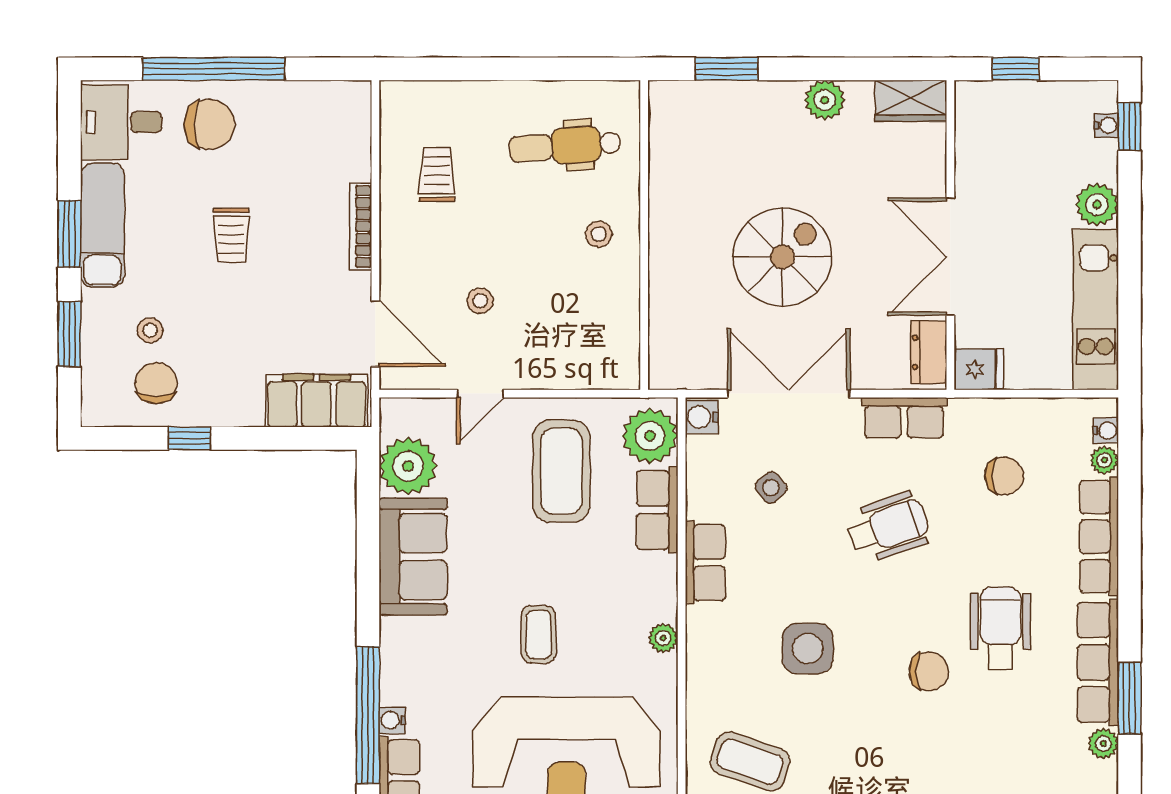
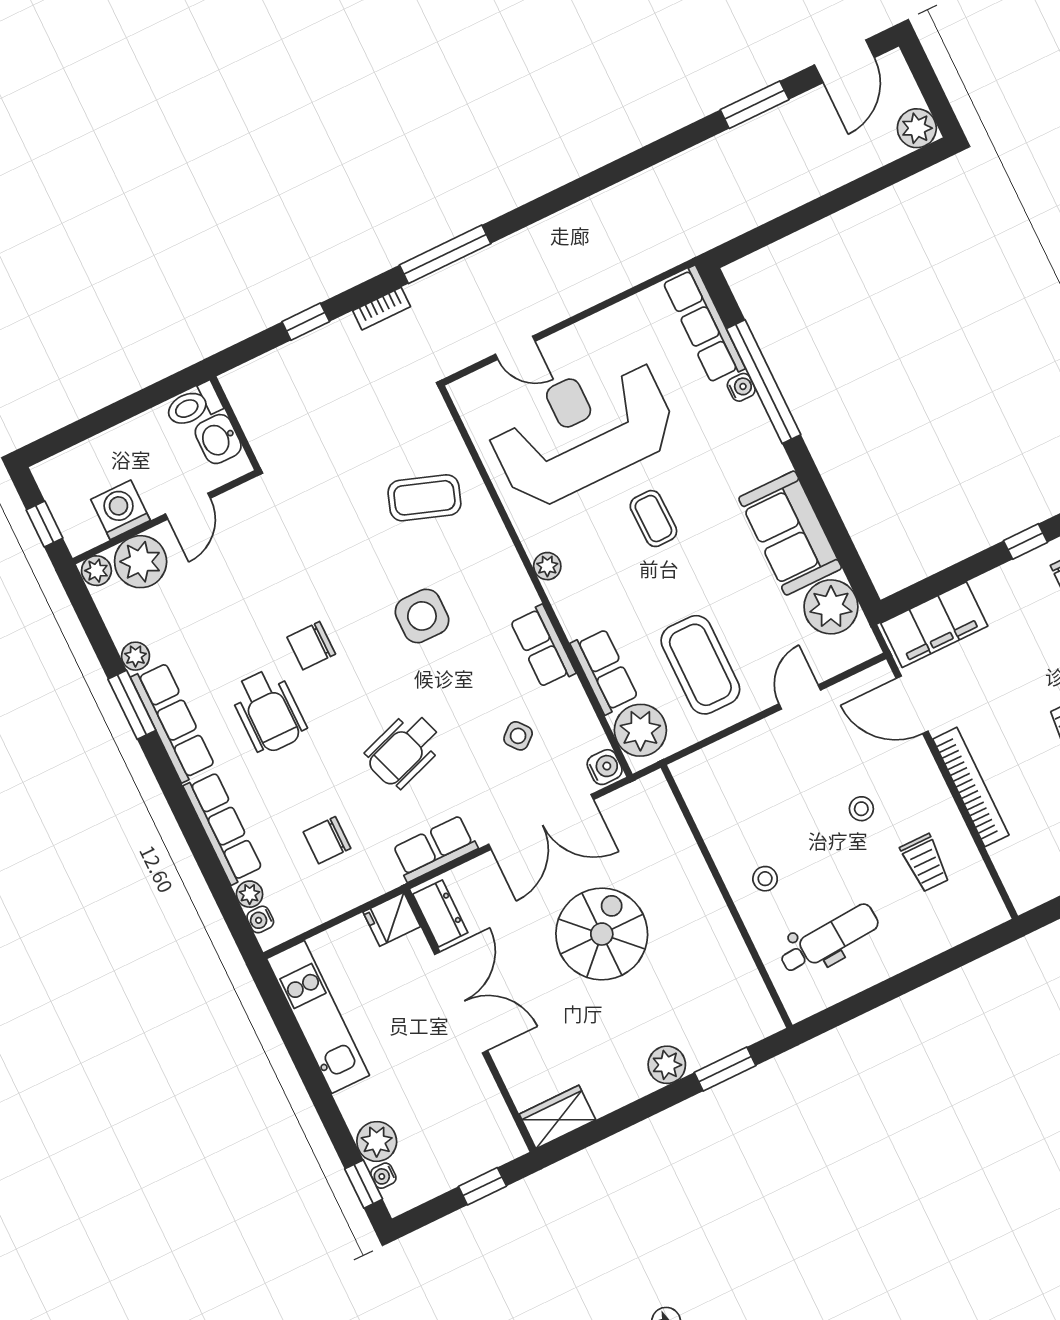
plant: (825, 100) -> (667, 1065), moved
plant: (1097, 205) -> (377, 1141), moved
bookcase: (361, 227) -> (971, 787), width x1.48, depth x1.31
spiral stairs: (782, 257) -> (602, 934), turned 180
stool: (480, 301) -> (861, 809), moved

